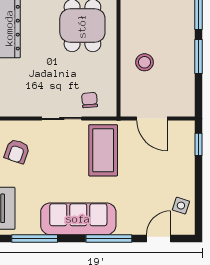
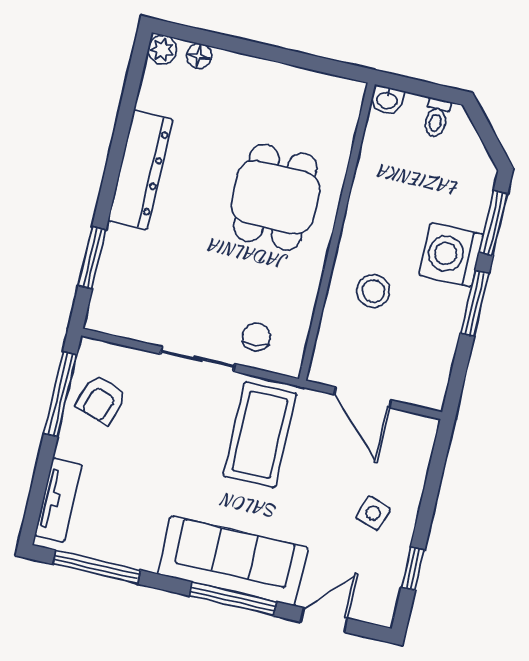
washing machine: (180, 34) -> (451, 255), added
window: (198, 144) -> (413, 569), moved
side table: (181, 206) -> (373, 513), moved
sofa: (78, 219) -> (233, 561), moved

